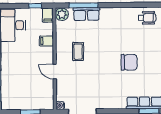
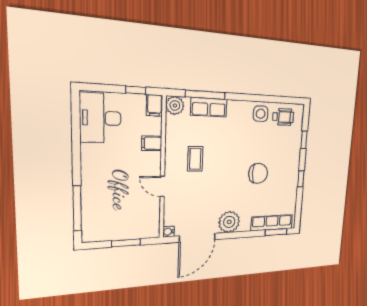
side table: (128, 16) -> (261, 114), added
plant: (107, 100) -> (229, 222), added

